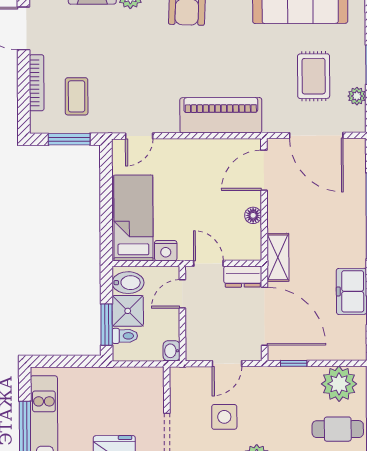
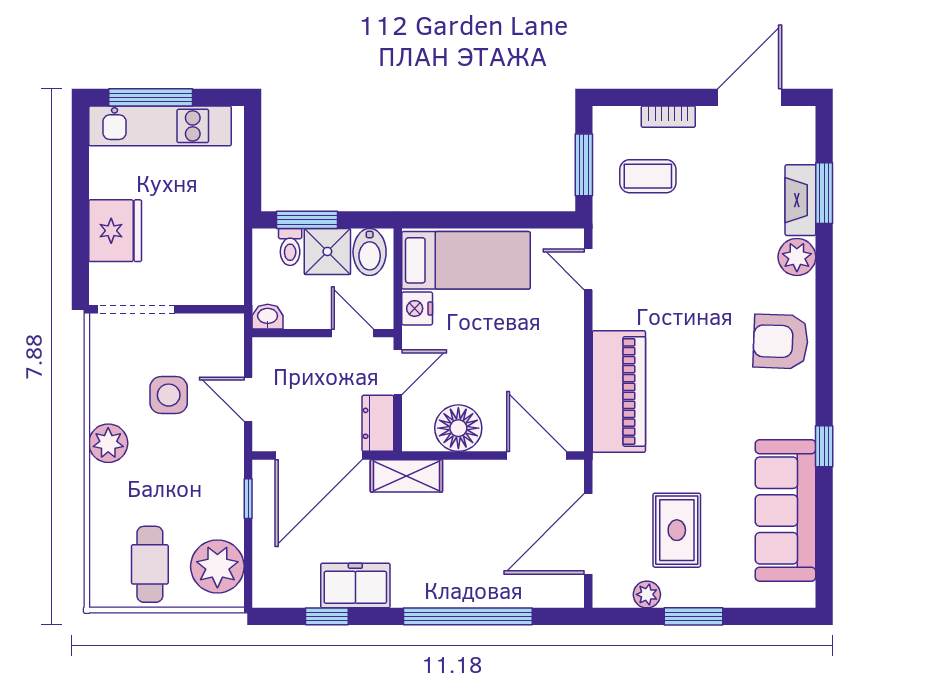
rug: (314, 76) -> (677, 530), turned 90
bookcase: (37, 83) -> (668, 117), width x0.64
floor lamp: (253, 215) -> (458, 428), width x1.89, depth x1.89

